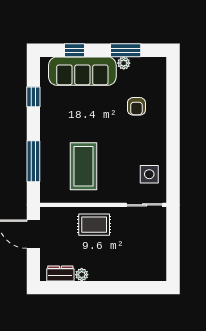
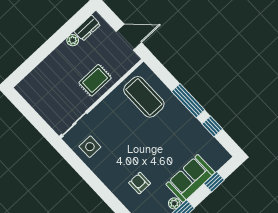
sofa: (82, 71) -> (190, 178), width x0.73
window: (33, 161) -> (188, 101), moved
coffee table: (83, 166) -> (144, 97), moved

